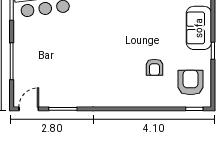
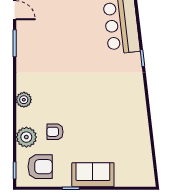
plant: (160, 97) -> (26, 137), added
plant: (121, 99) -> (24, 100), added

